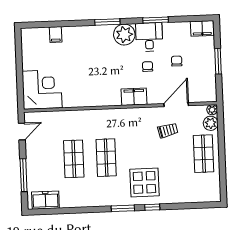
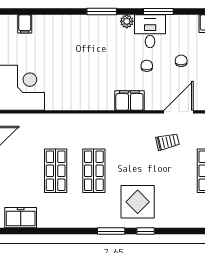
filing cabinet: (56, 35) -> (25, 24), moved
plant: (124, 35) -> (127, 21), width x0.53, depth x0.53

